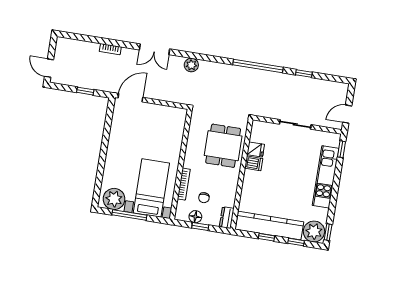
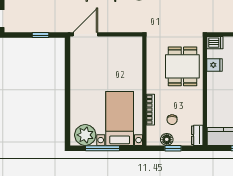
dishwasher: (254, 163) -> (215, 43), moved

